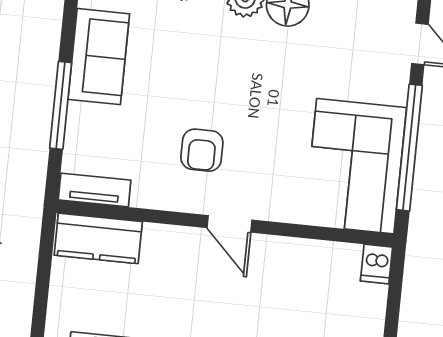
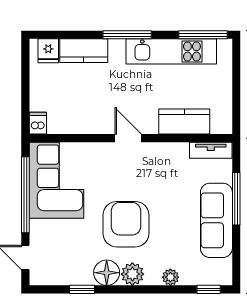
sofa: (99, 57) -> (216, 220), width x1.36
armchair: (202, 150) -> (126, 224), moved, width x1.88, depth x1.88
kitchen counter: (98, 238) -> (184, 122), moved

